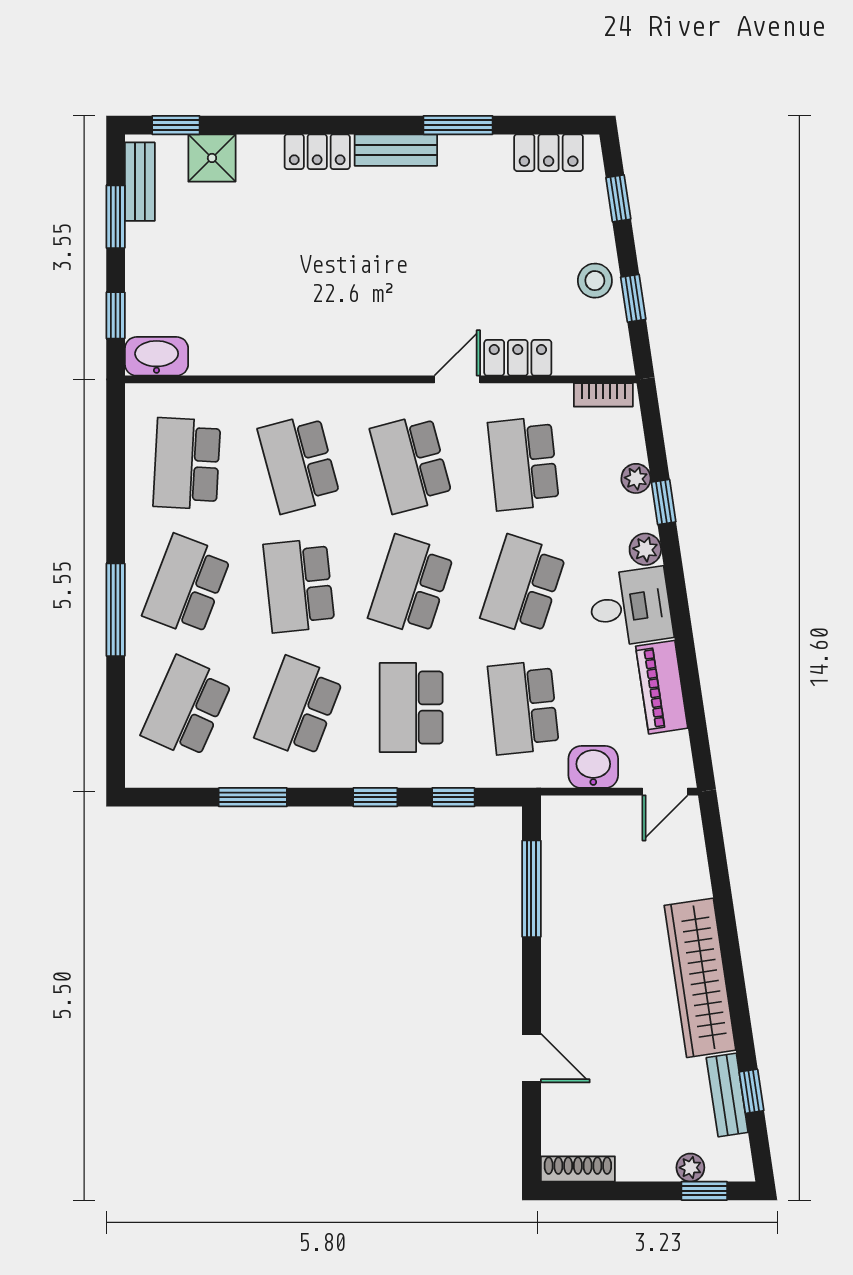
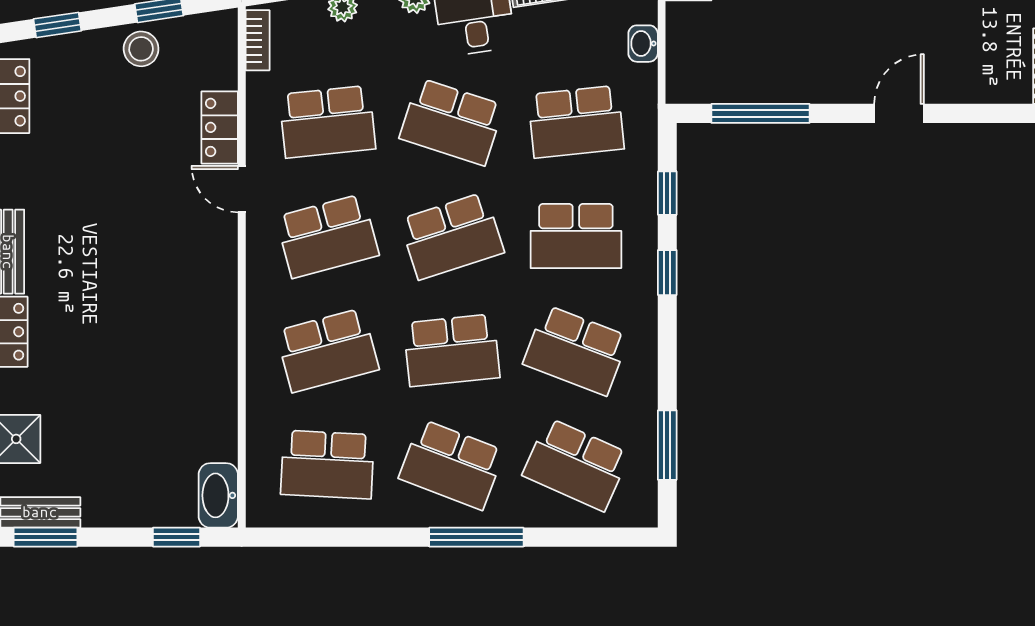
window: (116, 217) -> (45, 537), moved
school desk: (411, 586) -> (452, 236), turned -36
washbasin: (593, 767) -> (643, 44), width x0.72, depth x0.69
window: (253, 797) -> (667, 445), moved
door: (531, 1058) -> (899, 113), moved

